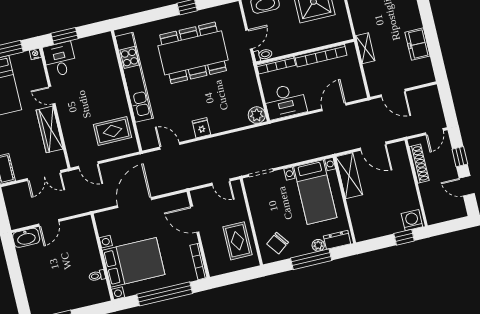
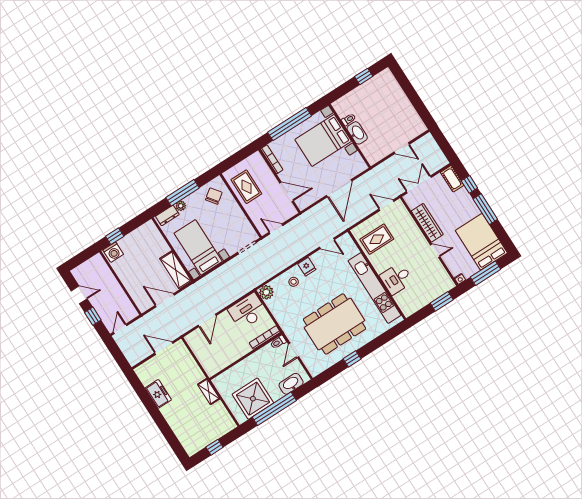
shelving: (365, 48) -> (209, 392), moved
bookcase: (321, 56) -> (232, 358), removed
desk: (60, 59) -> (396, 279), moved, turned 90
stool: (222, 116) -> (294, 282), added
shoe rack: (419, 164) -> (123, 299), removed
door: (49, 223) -> (402, 148), swing flipped
washbasin: (26, 238) -> (357, 133), moved, turned 90

